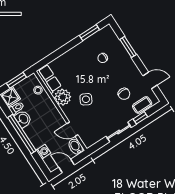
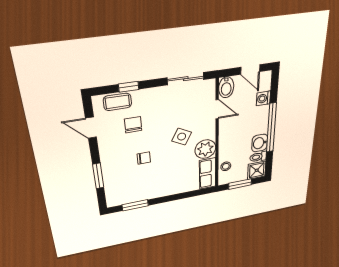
chair: (103, 58) -> (144, 158), moved
sliding door: (119, 132) -> (186, 79), moved

